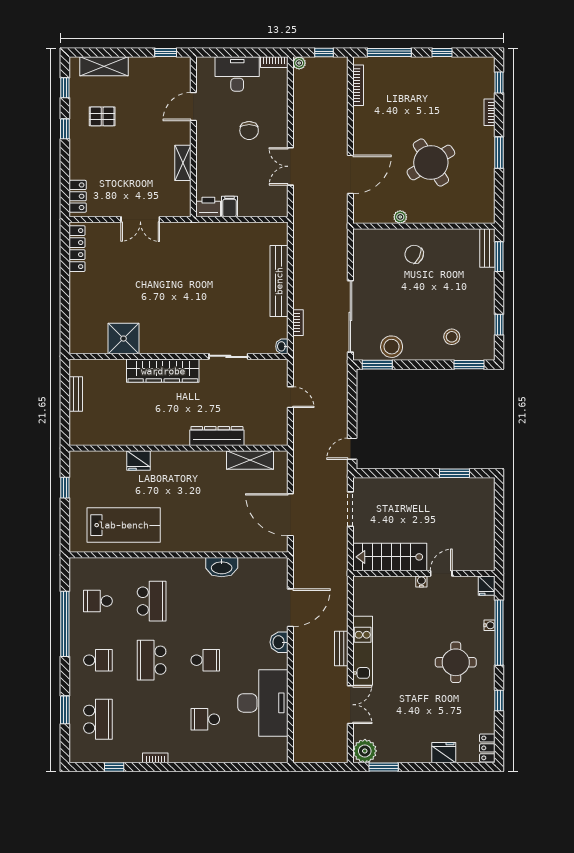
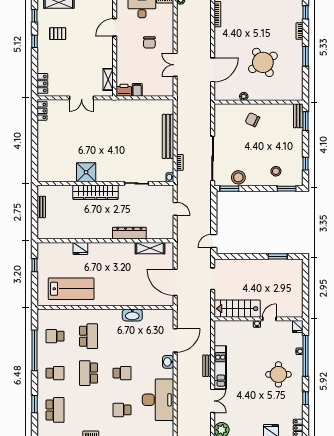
shelving: (183, 163) -> (108, 79), moved
locker: (77, 249) -> (42, 111), width x0.66
shower: (123, 339) -> (86, 172), moved

